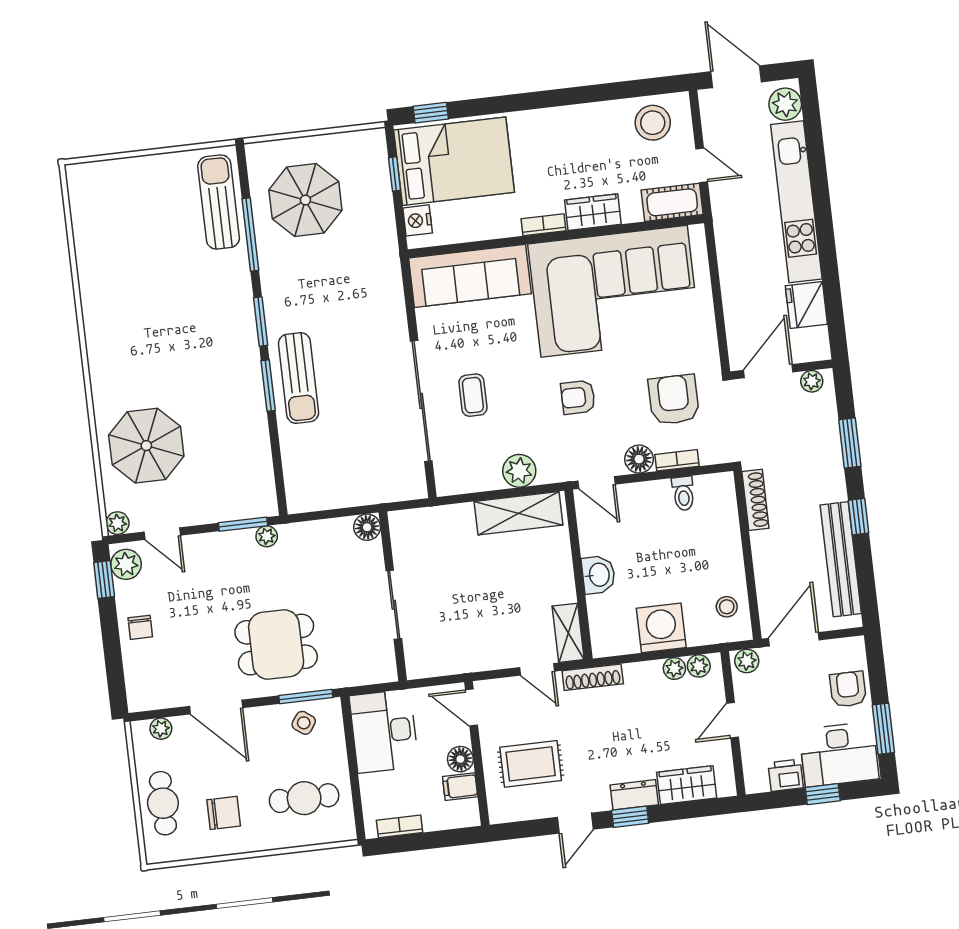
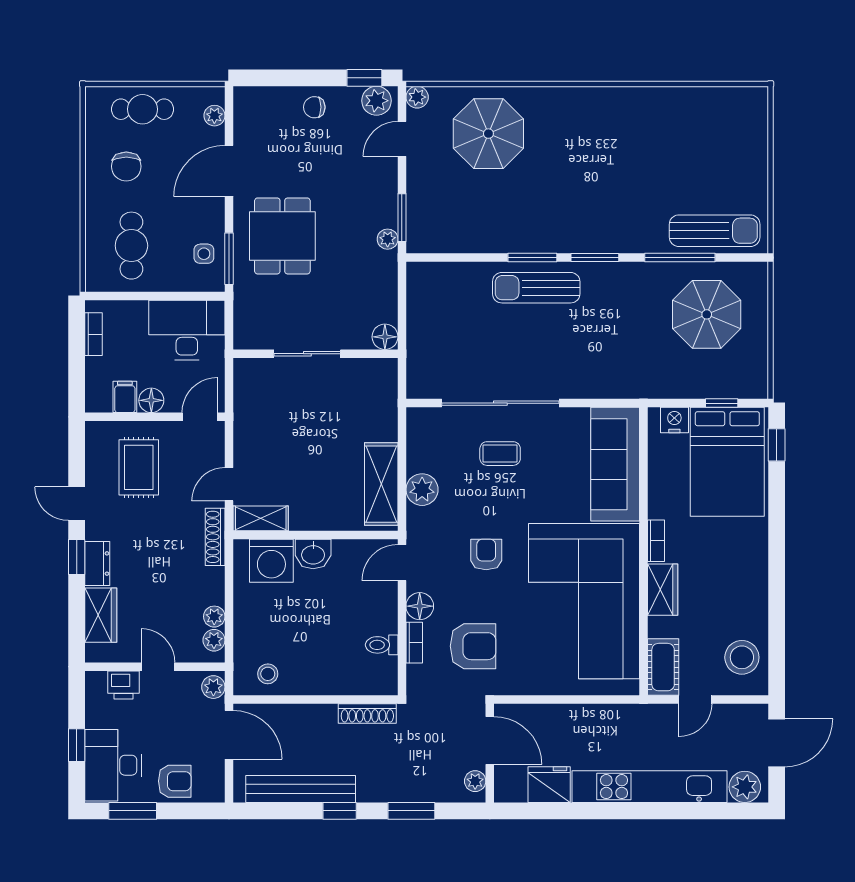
washing machine: (661, 628) -> (271, 561), moved, turned 90
side table: (304, 723) -> (204, 254), turned -36
printer: (786, 775) -> (123, 685), moved, turned 90

